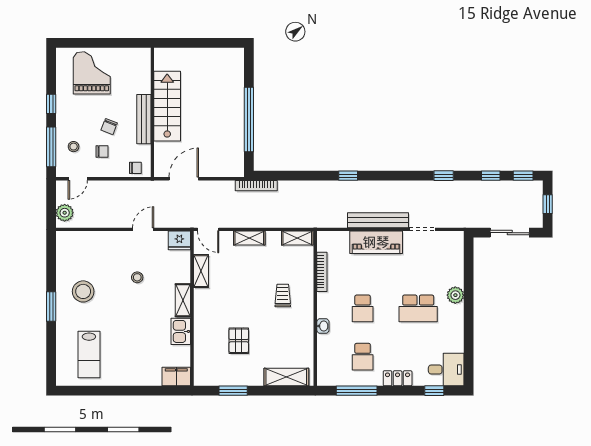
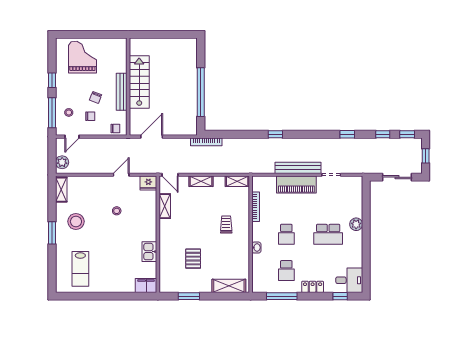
shelving: (183, 300) -> (61, 190), moved

